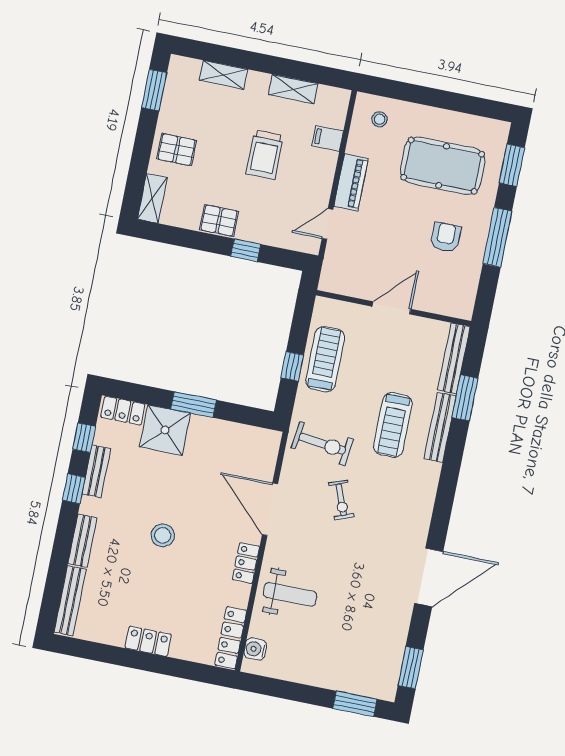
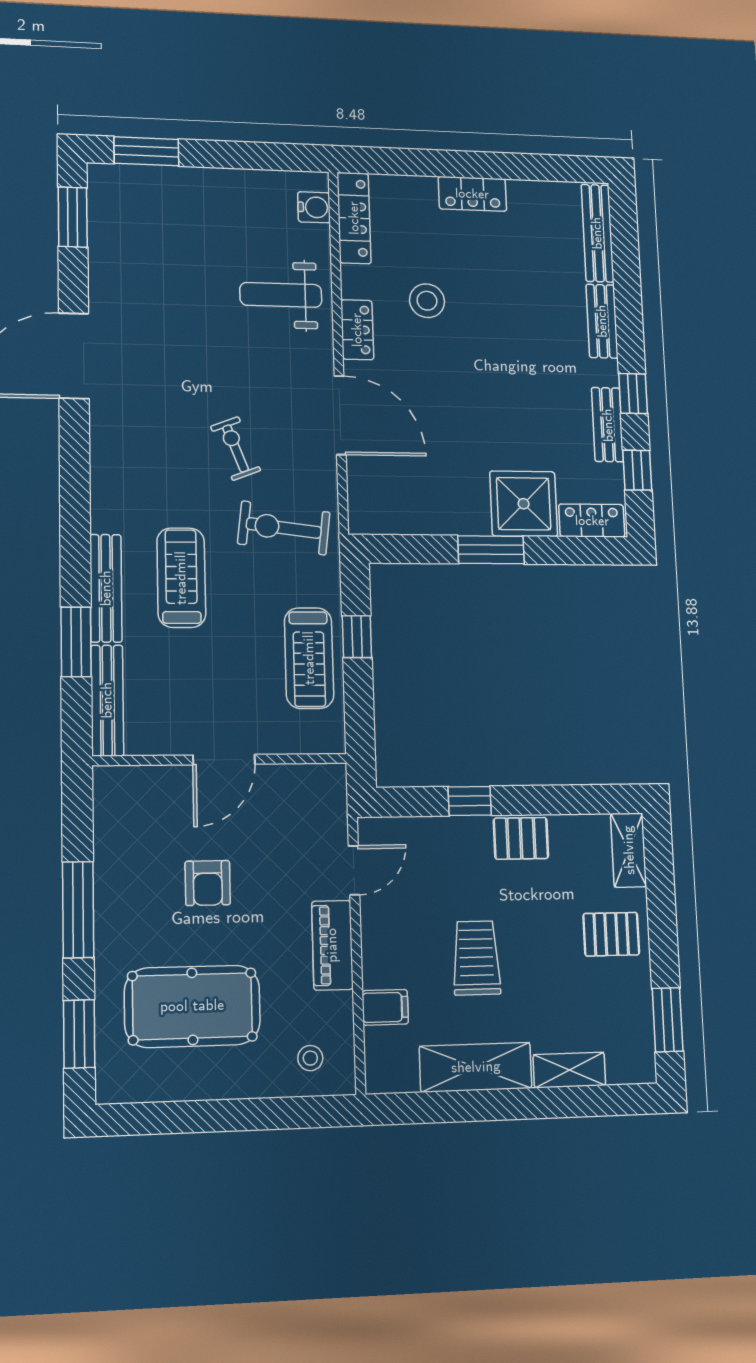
shelving: (293, 89) -> (476, 1067), width x1.50, depth x1.33
armchair: (446, 237) -> (208, 883), moved
stool: (163, 535) -> (427, 301), moved

